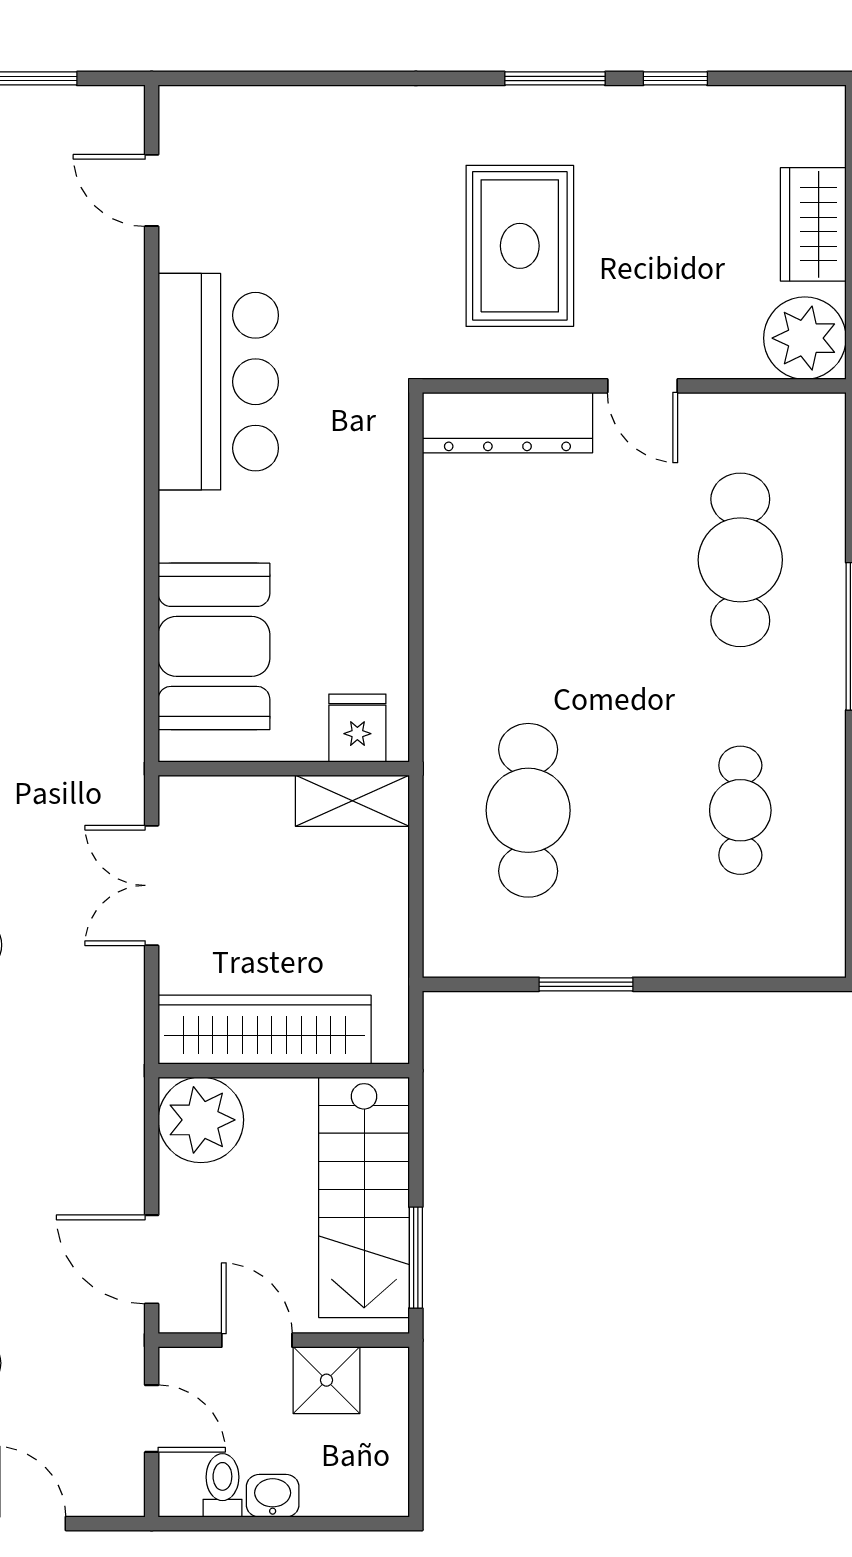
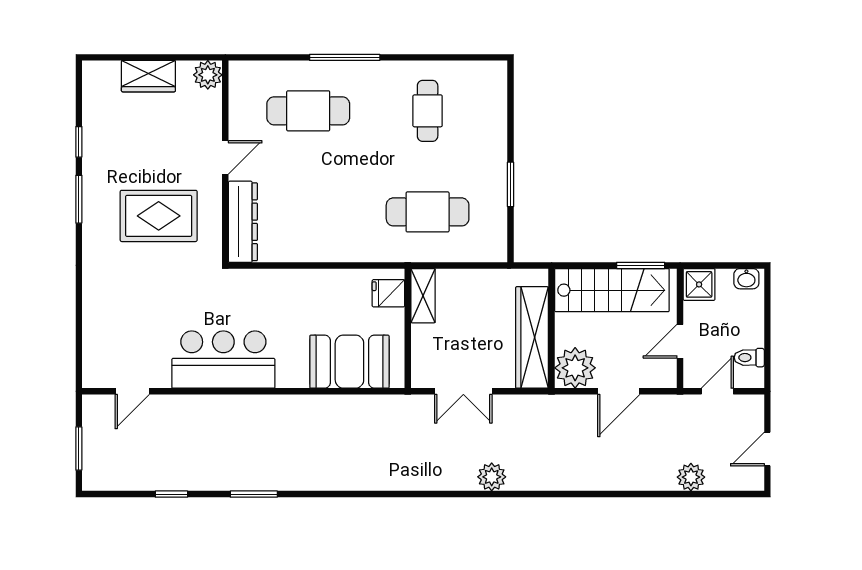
plant: (805, 338) -> (208, 75), width x0.73, depth x0.73
cafe table: (740, 810) -> (428, 111), turned 90
door: (152, 1259) -> (619, 391), moved
shower: (326, 1380) -> (699, 284), moved
washbasin: (273, 1496) -> (746, 279), moved, turned -90

